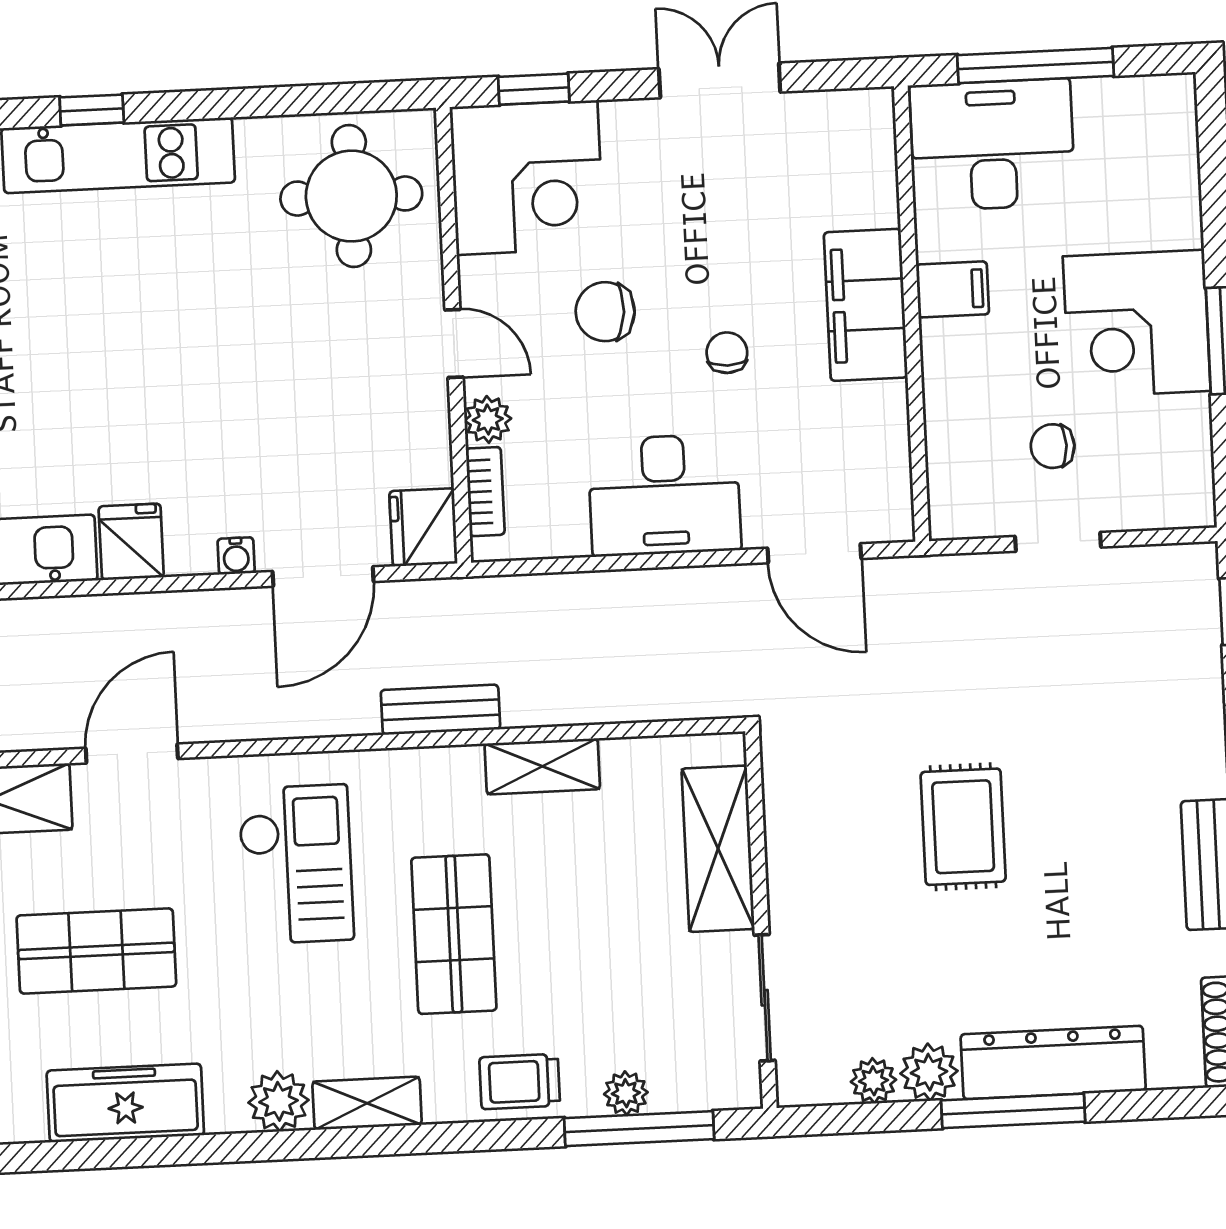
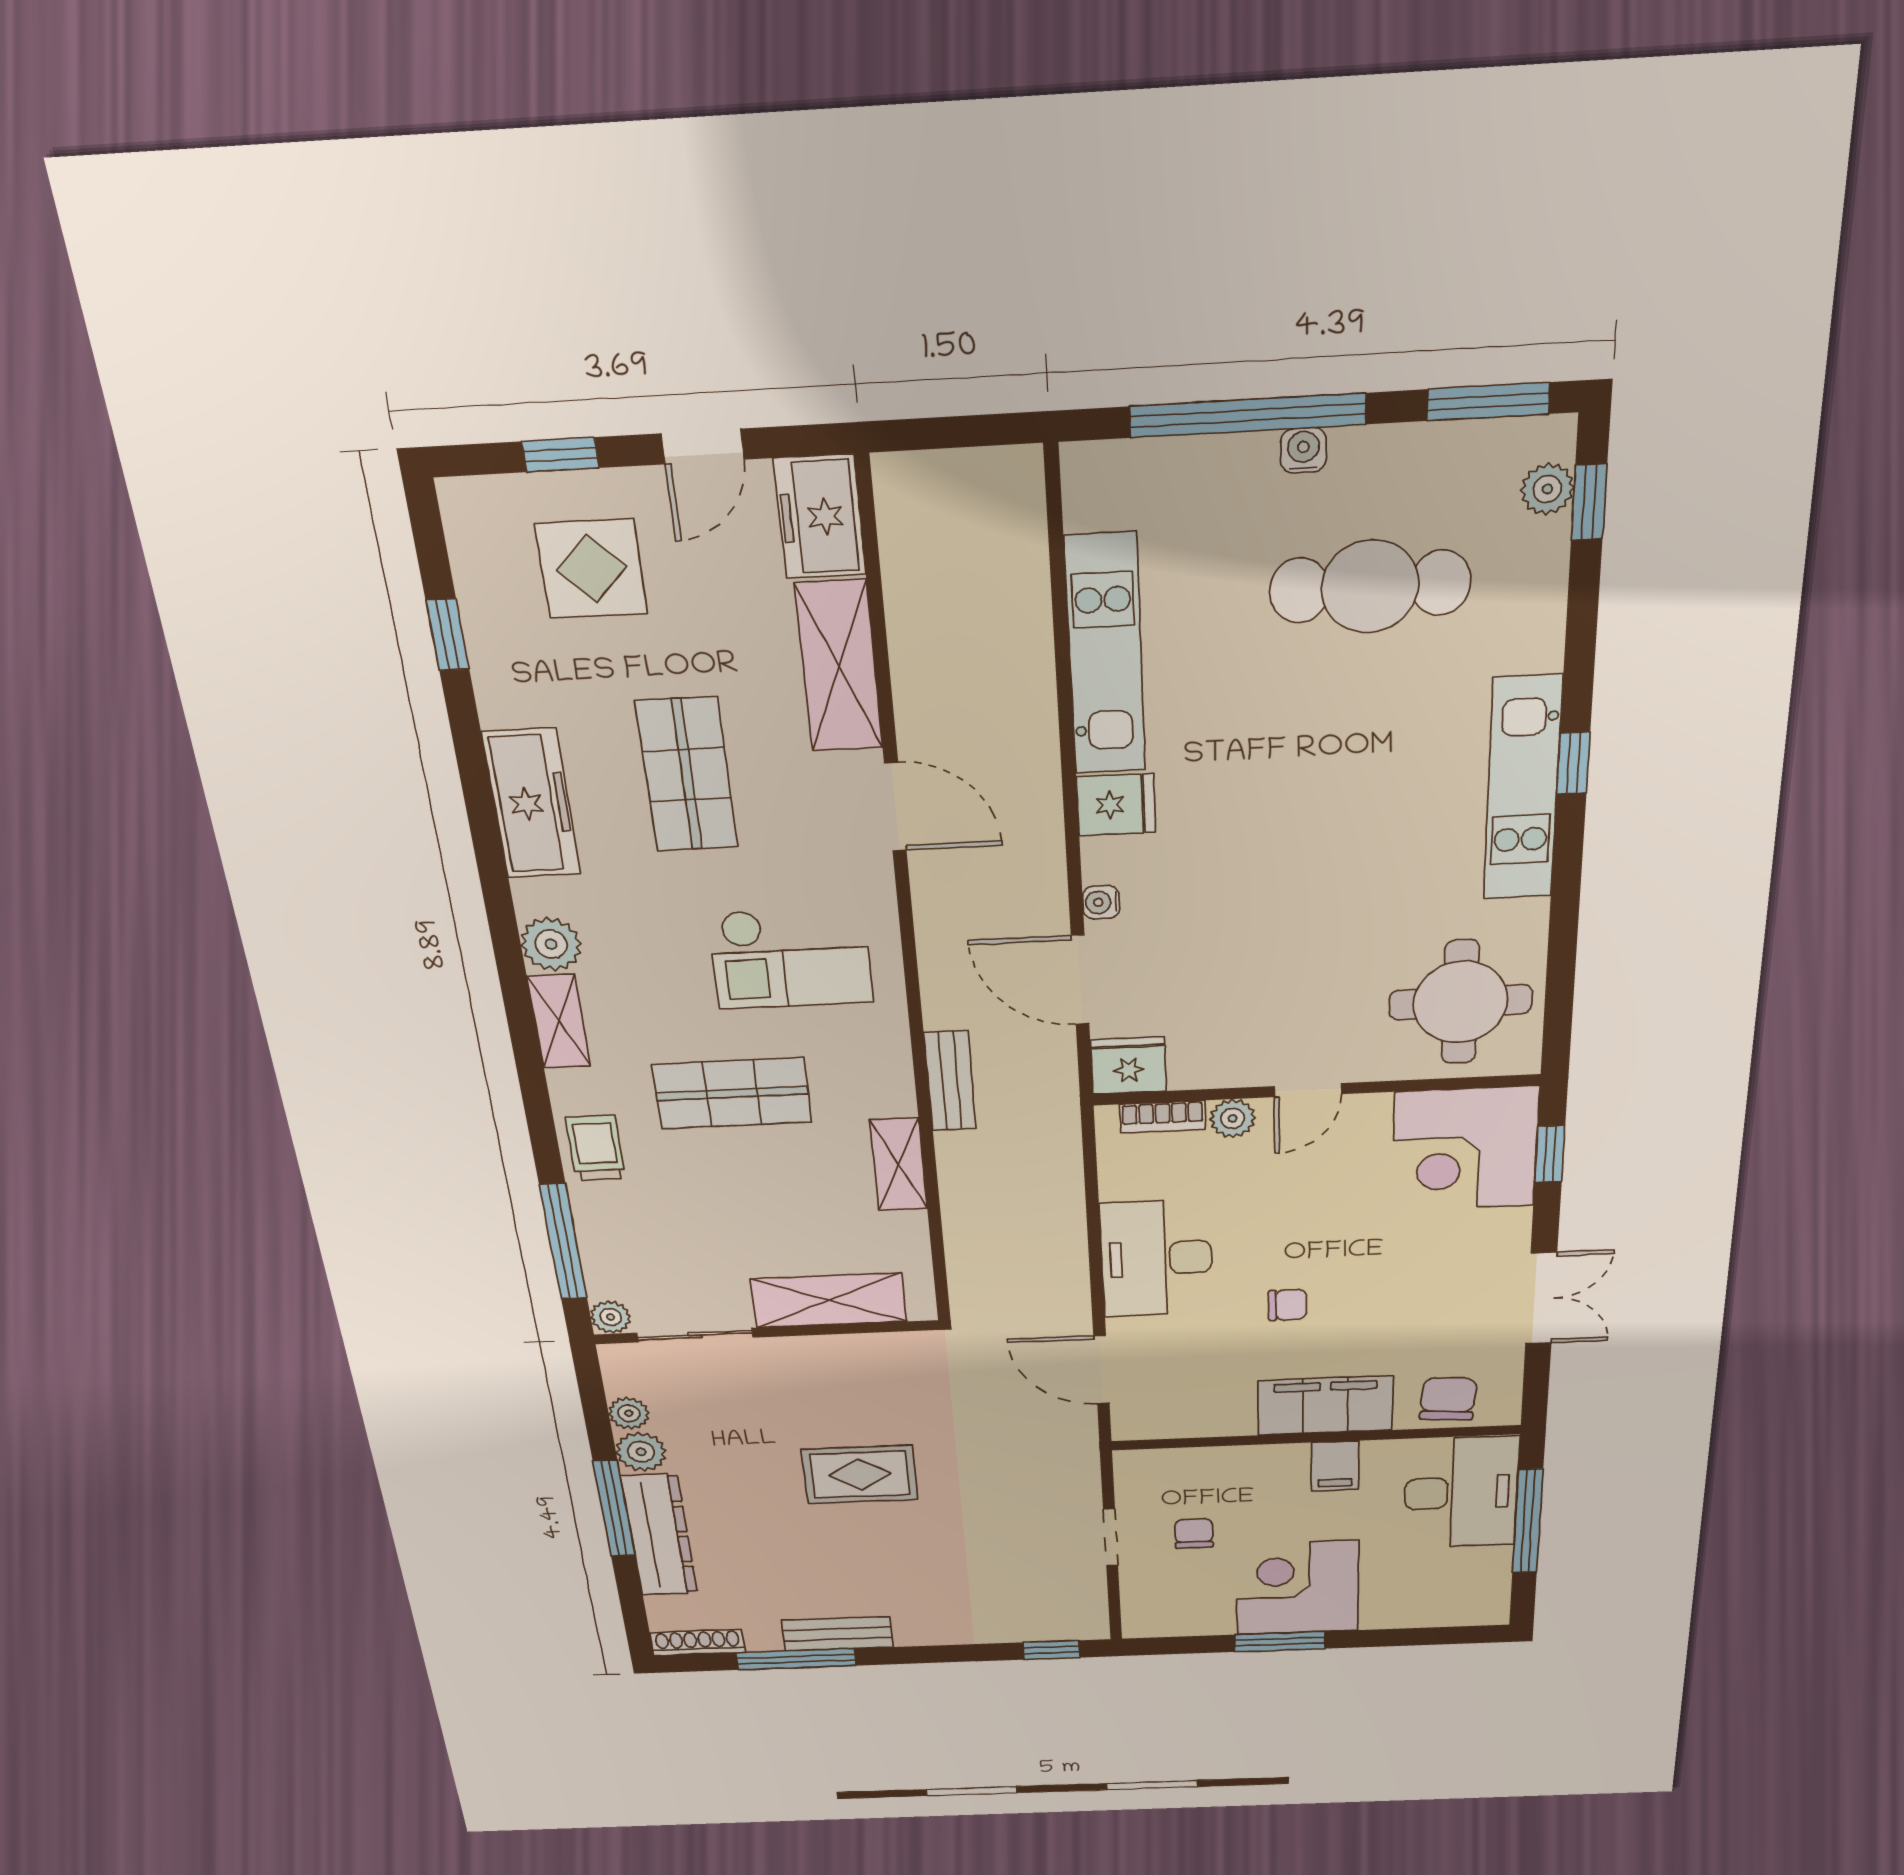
chair: (605, 312) -> (1448, 1399), moved
door: (814, 553) -> (1101, 1370), hinge flipped
plant: (626, 1093) -> (611, 1317), moved

